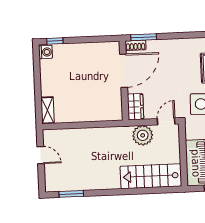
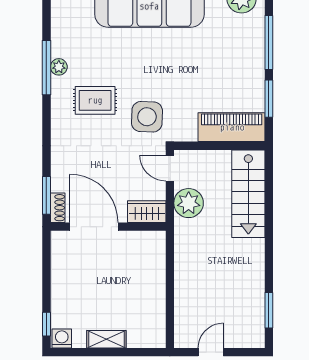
shelving: (48, 110) -> (106, 339), moved

